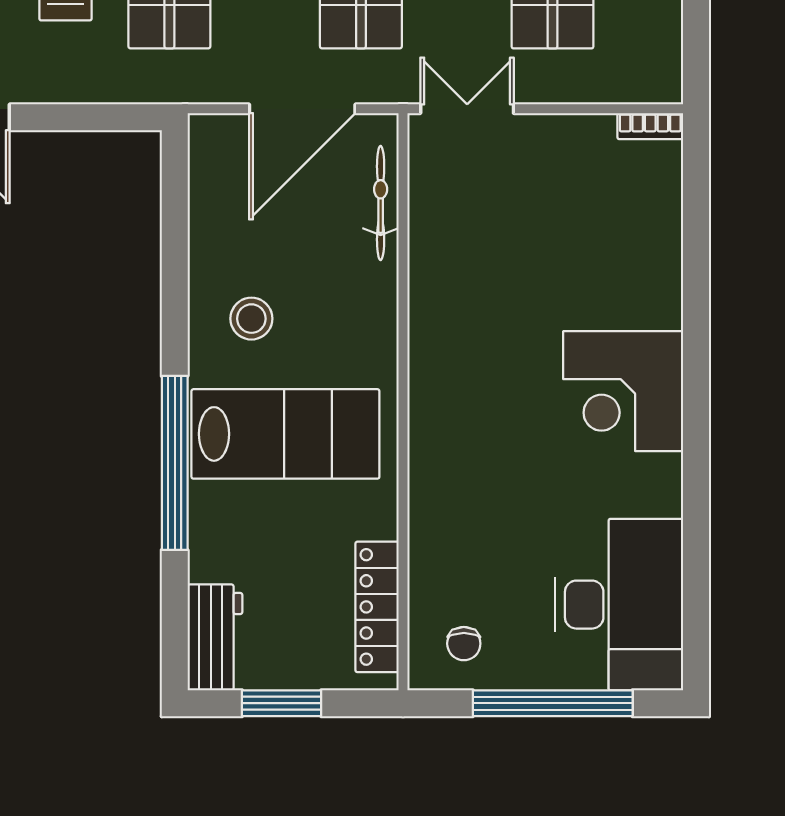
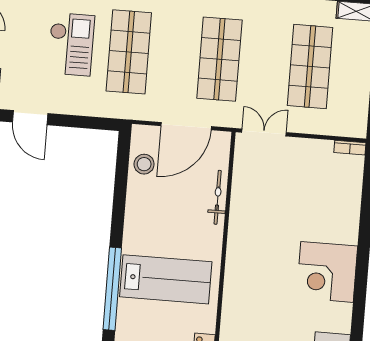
bicycle: (381, 203) -> (218, 197), moved
stool: (251, 319) -> (144, 164), moved

